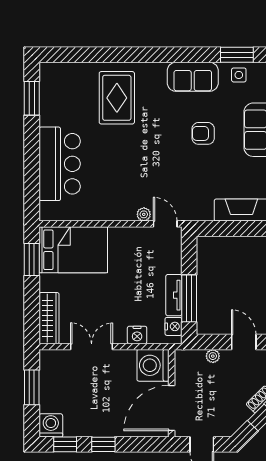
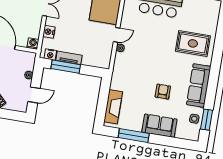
sofa: (193, 77) -> (199, 85), width x1.36
door: (165, 224) -> (117, 35), moved
washing machine: (153, 365) -> (33, 44), width x0.53, depth x0.53

